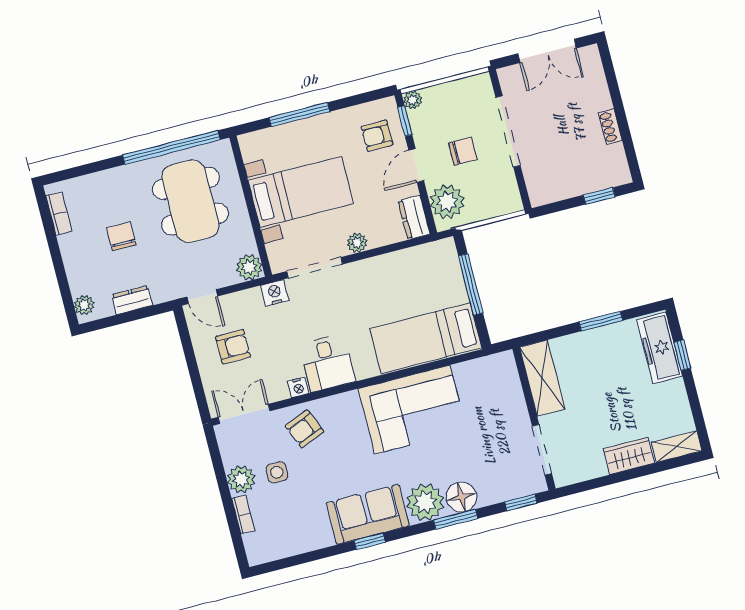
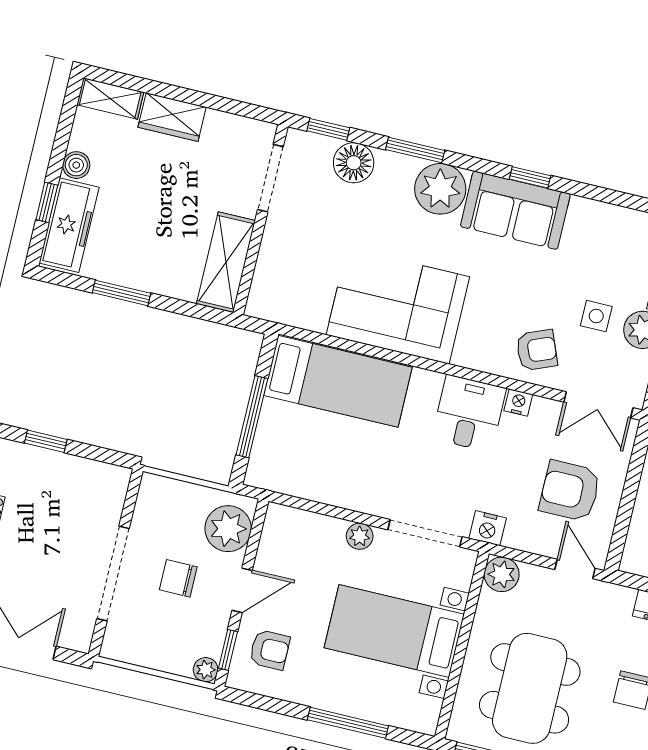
dresser: (414, 217) -> (277, 531), removed
armchair: (233, 347) -> (570, 491), width x1.38, depth x1.38
boiler: (676, 390) -> (76, 165), added
floor lamp: (461, 497) -> (354, 163), moved

